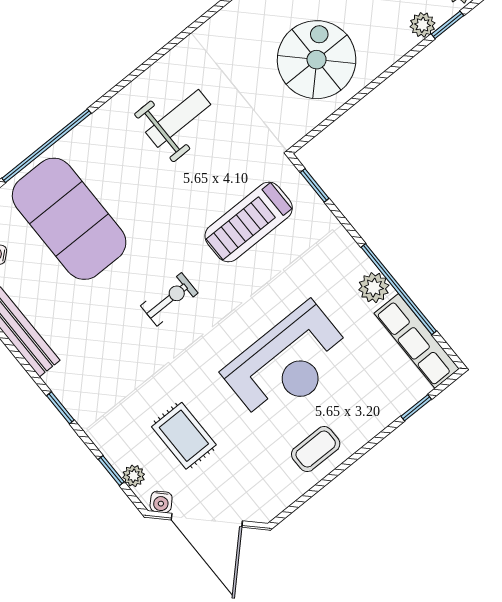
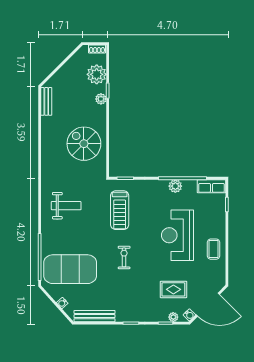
weight bench: (178, 118) -> (66, 206), turned 90
row of seats: (417, 341) -> (211, 186), width x0.68
reception desk: (288, 364) -> (178, 235), turned 180

